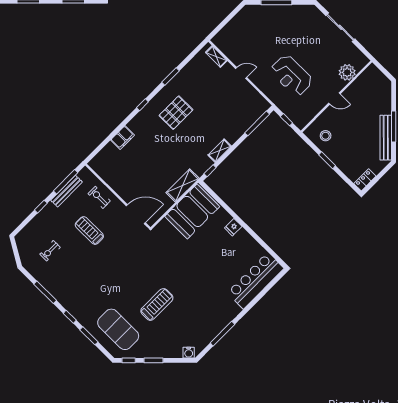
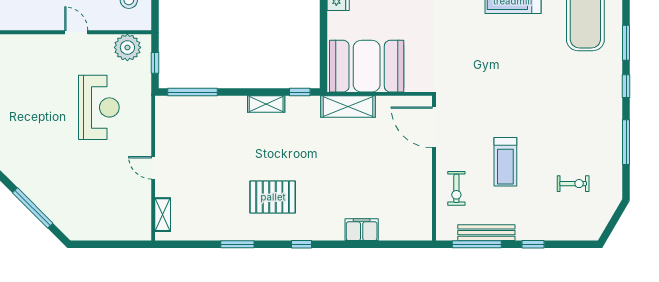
plant: (347, 72) -> (127, 47), moved

